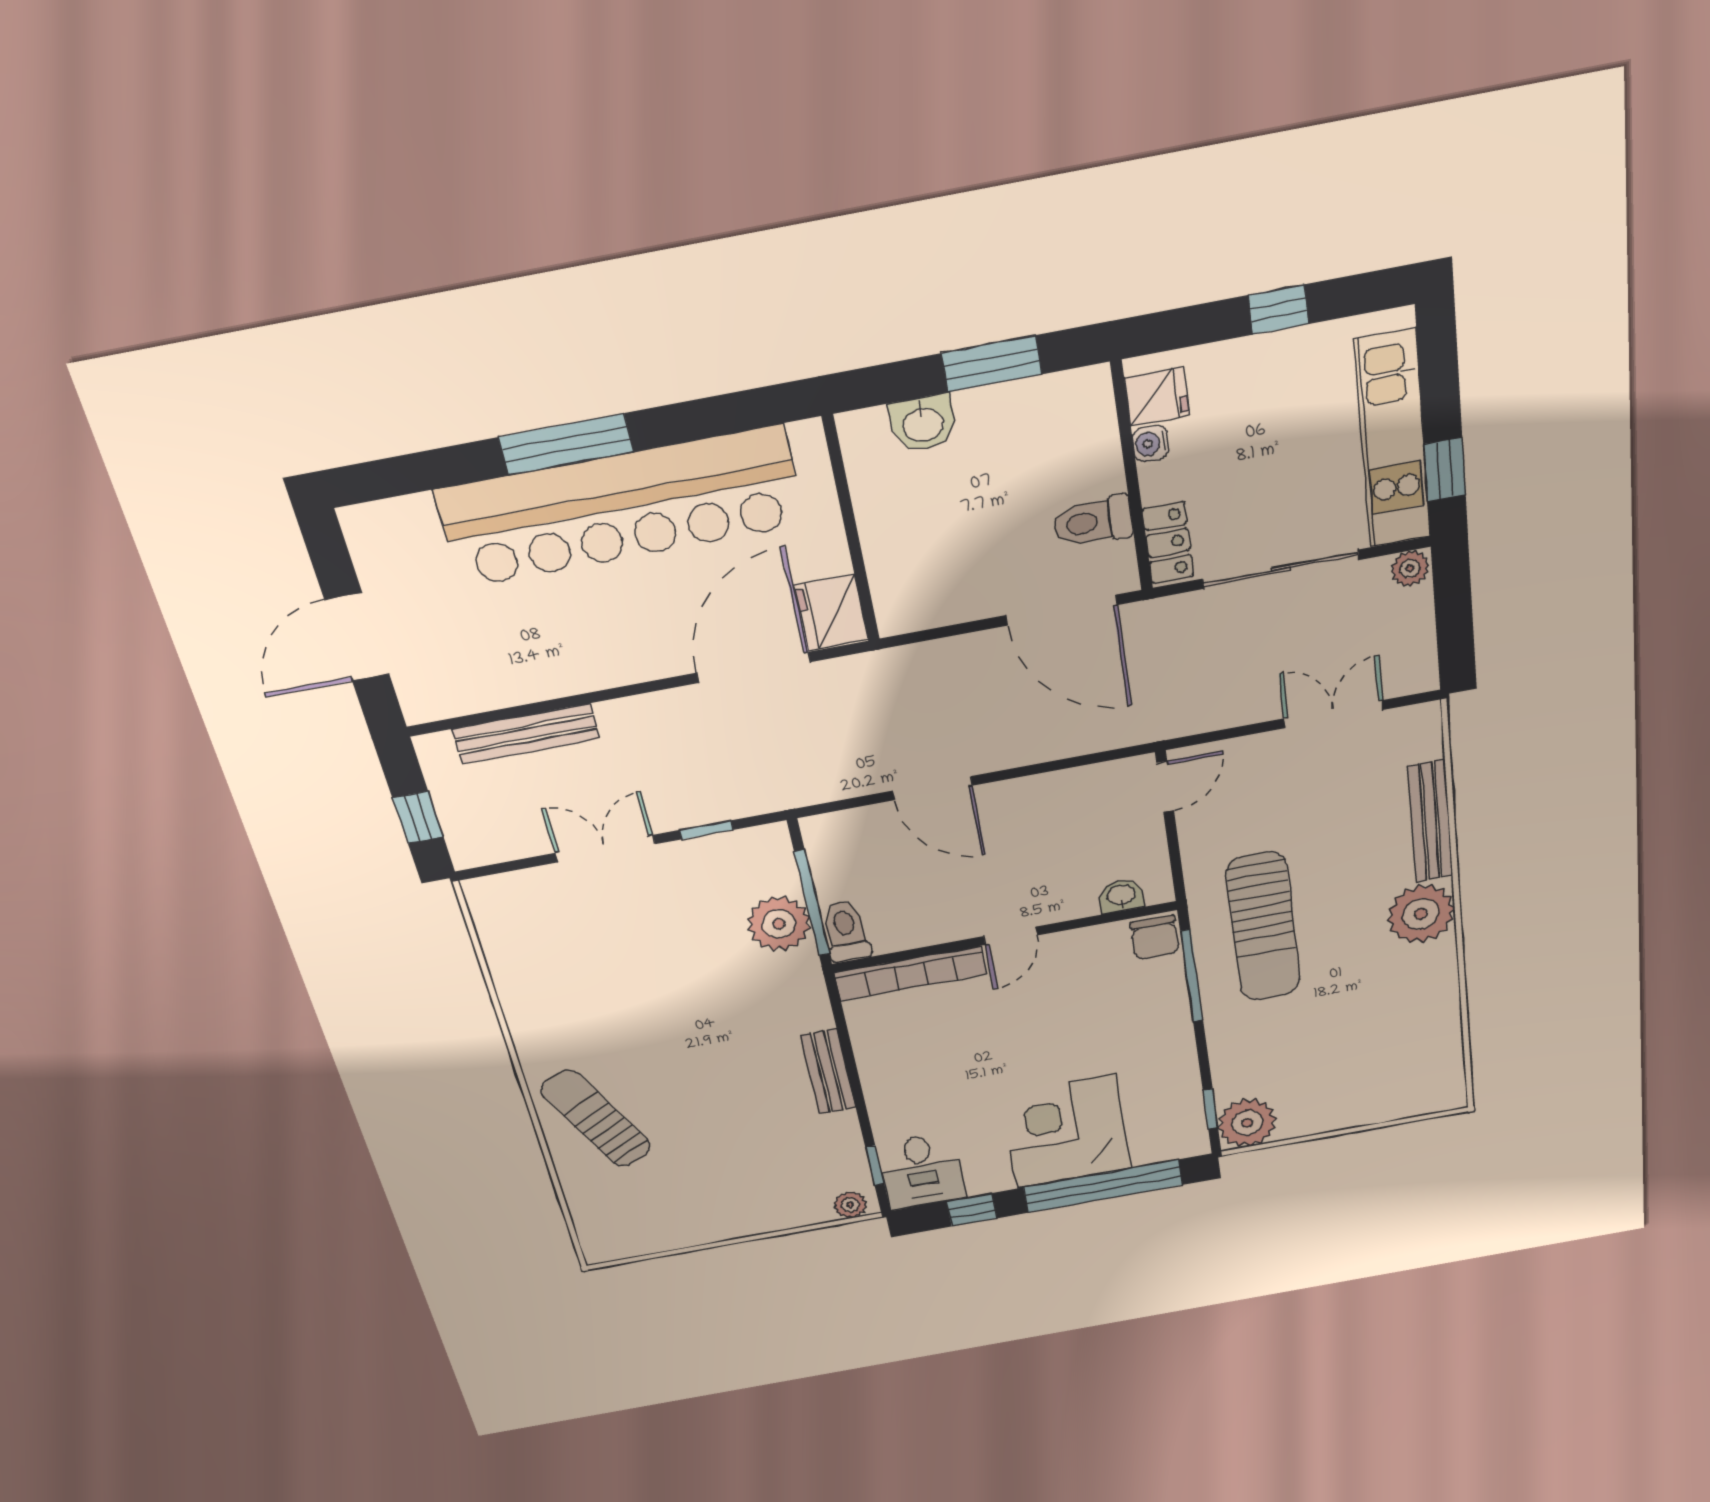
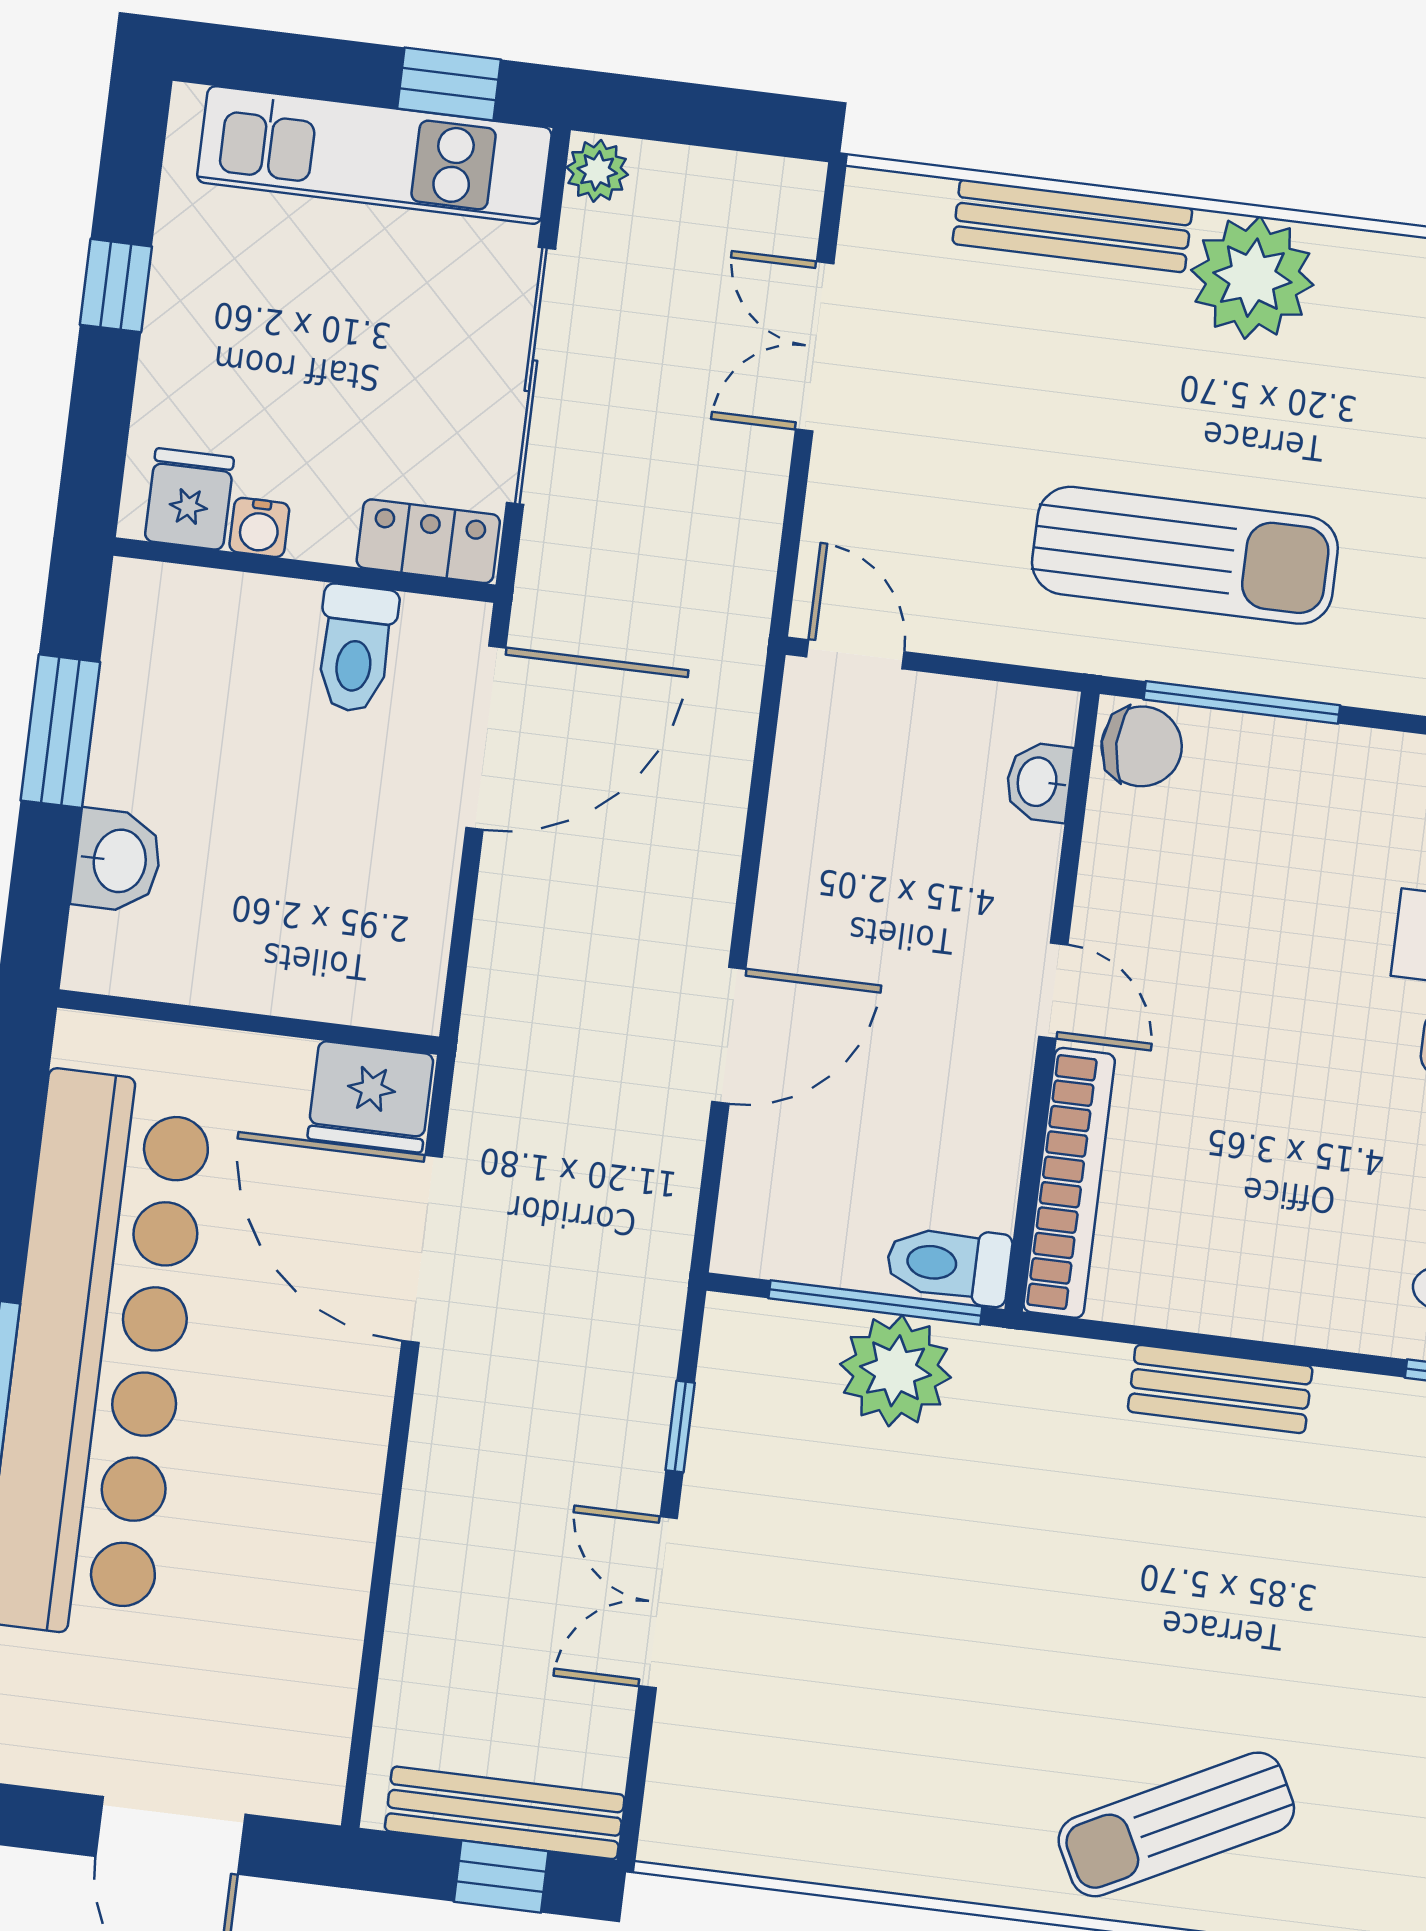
bench: (526, 734) -> (505, 1813), moved, turned 90

